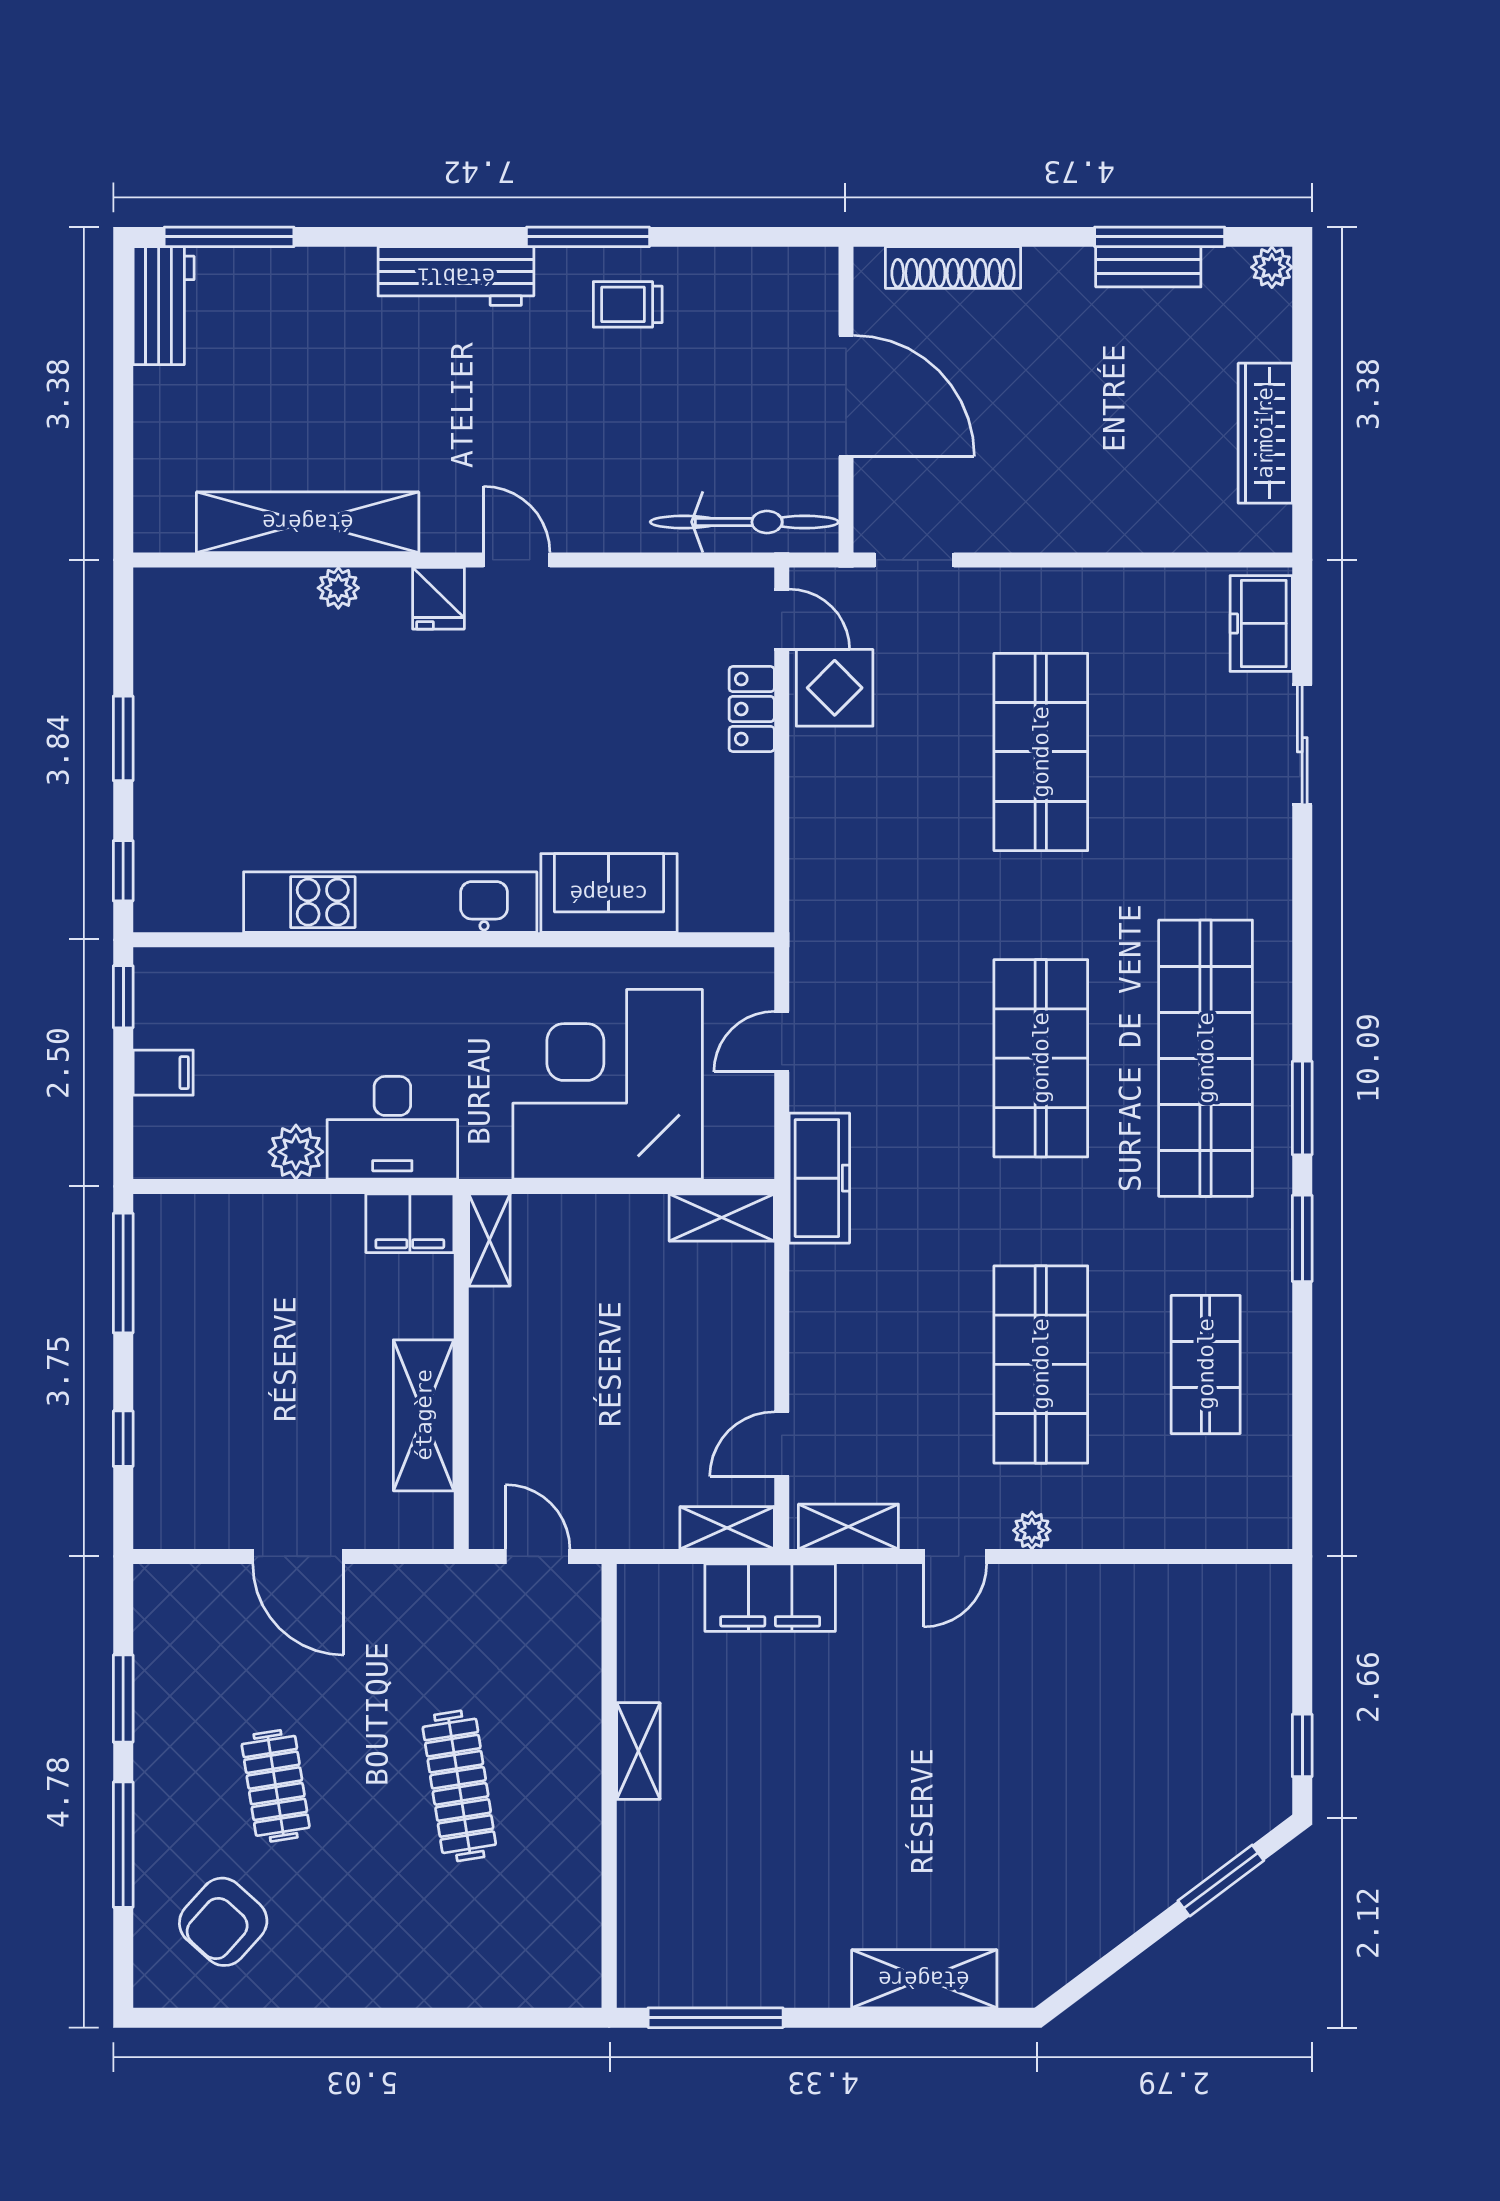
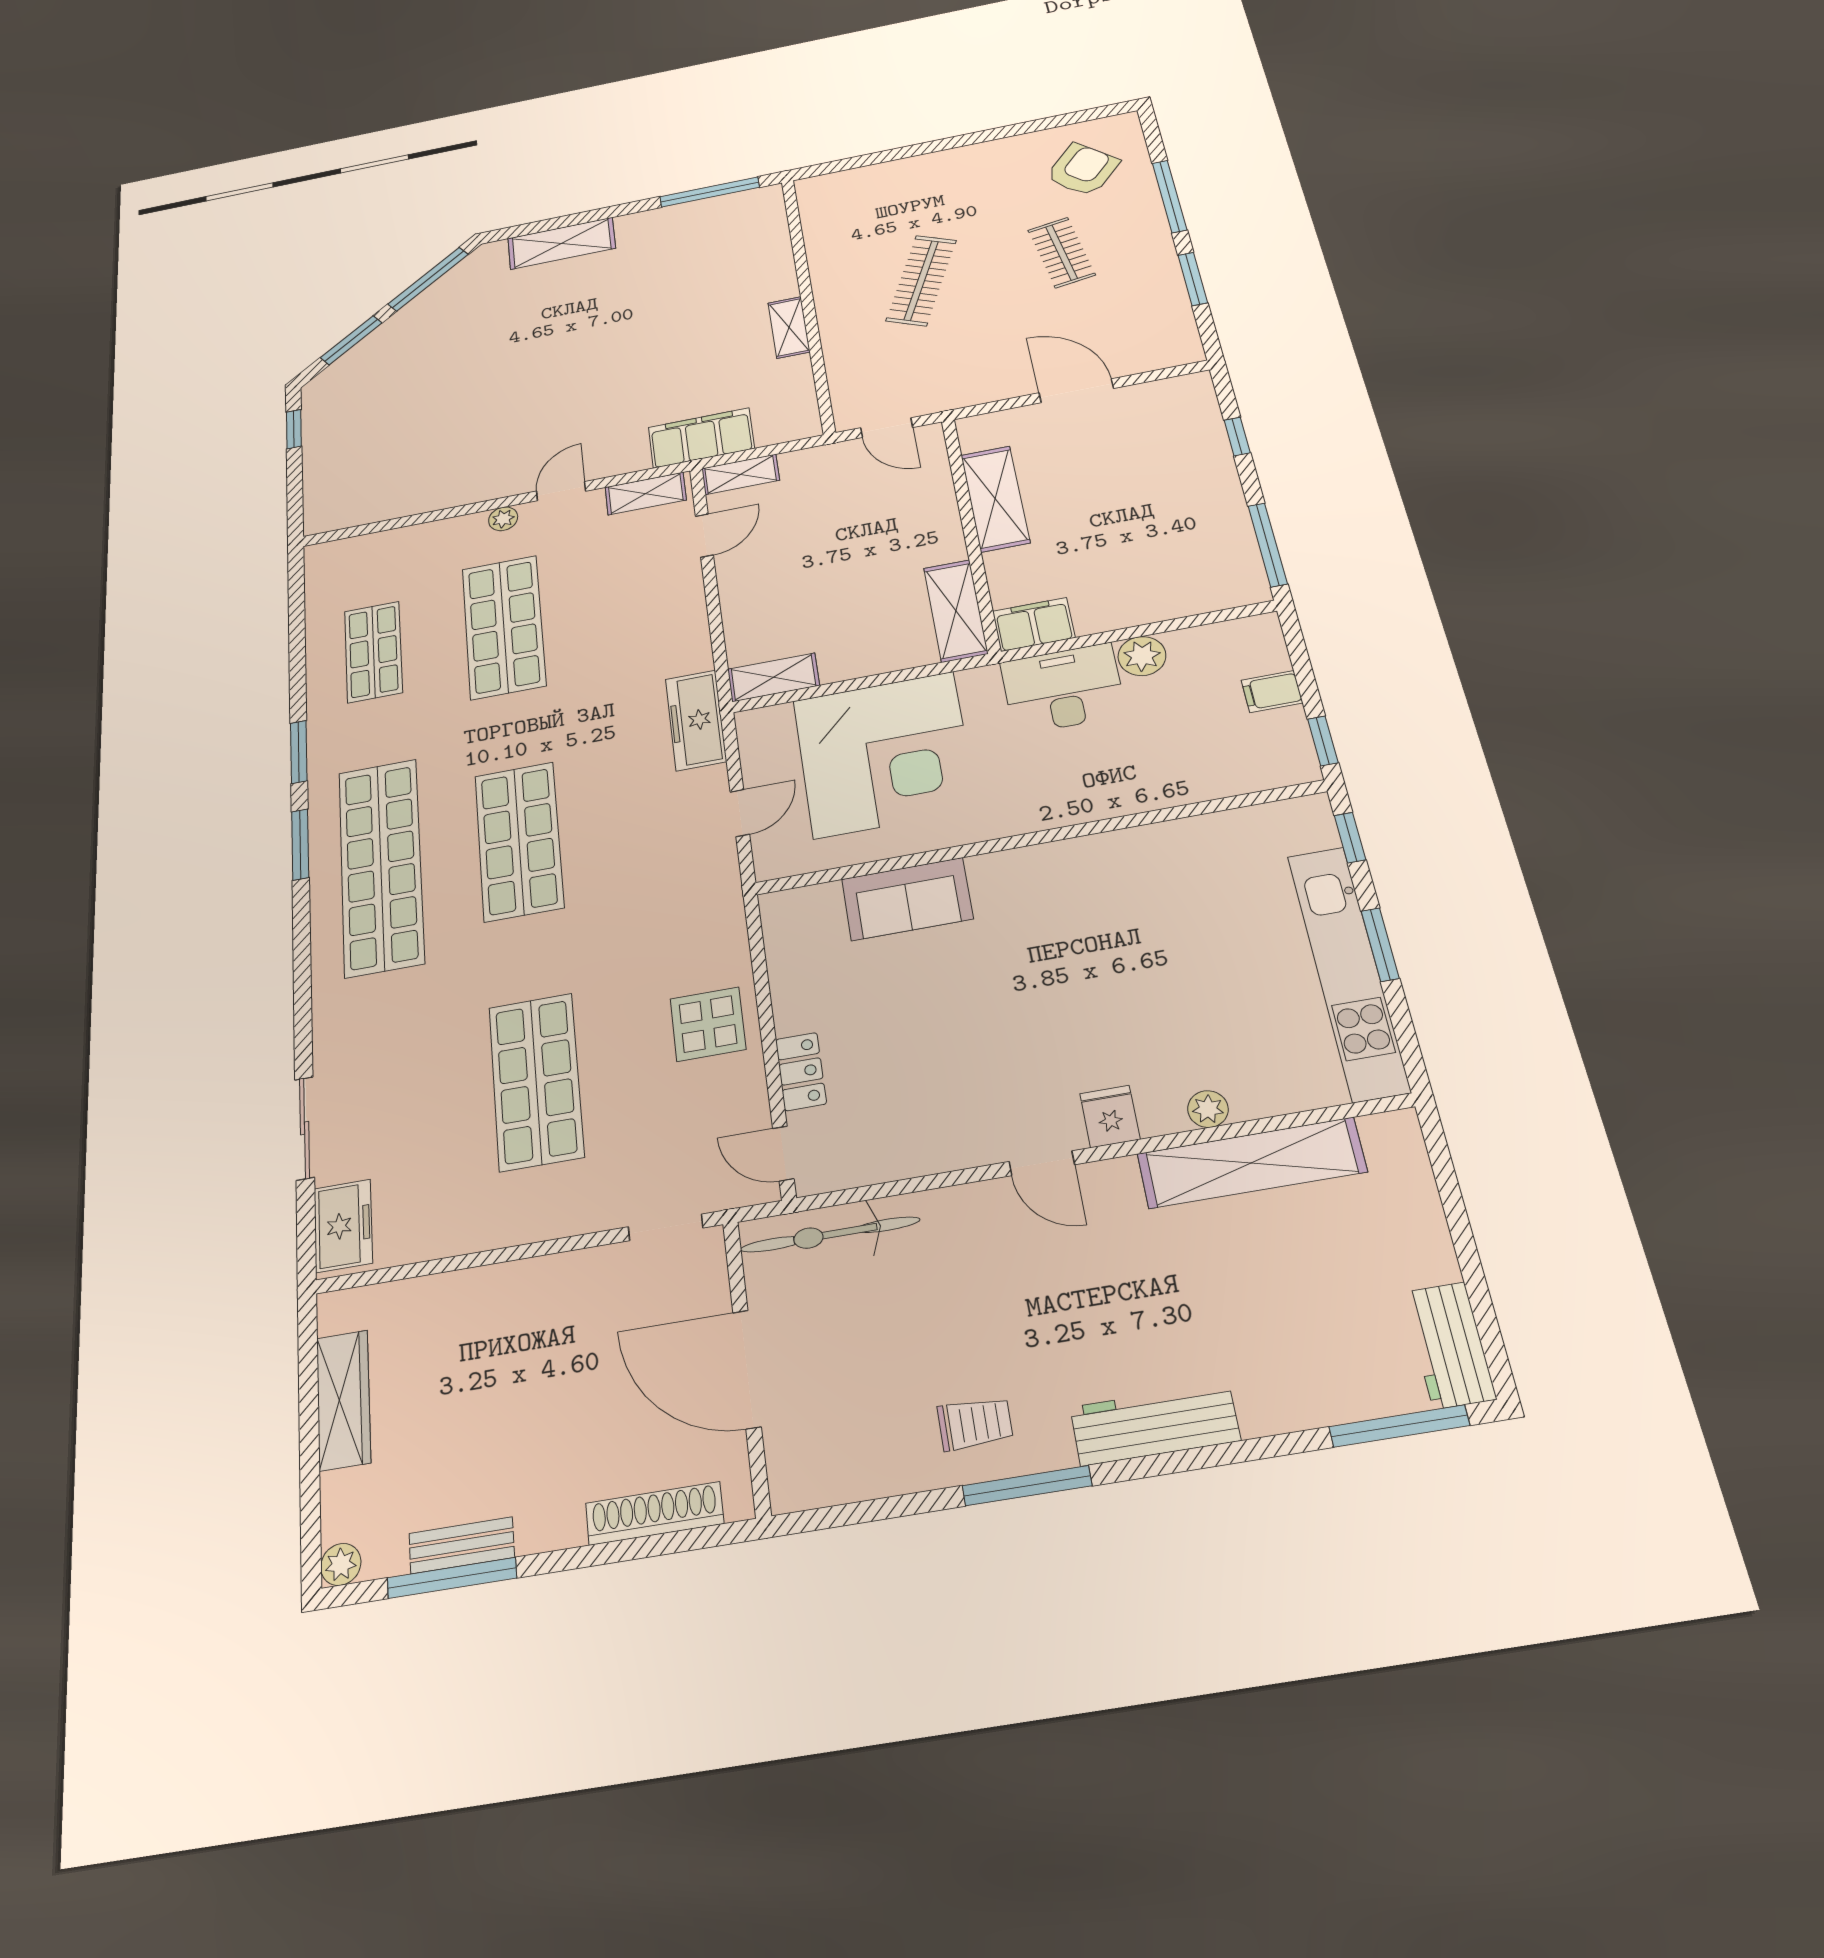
display table: (835, 688) -> (708, 1024), moved
kitchen unit: (390, 902) -> (1348, 972), moved, turned 90
shelving: (489, 1240) -> (956, 611), width x1.50, depth x1.33
clothes rail: (459, 1786) -> (921, 280), turned 33
window: (1111, 1963) -> (428, 279), added

